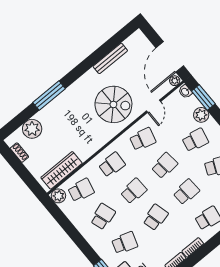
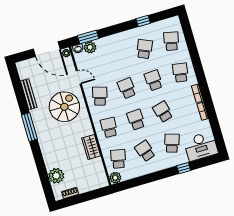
window: (49, 96) -> (29, 127), moved
plant: (201, 115) -> (90, 47), moved
school desk: (195, 140) -> (118, 57), removed
wardrobe: (61, 170) -> (91, 147), moved, width x0.67

